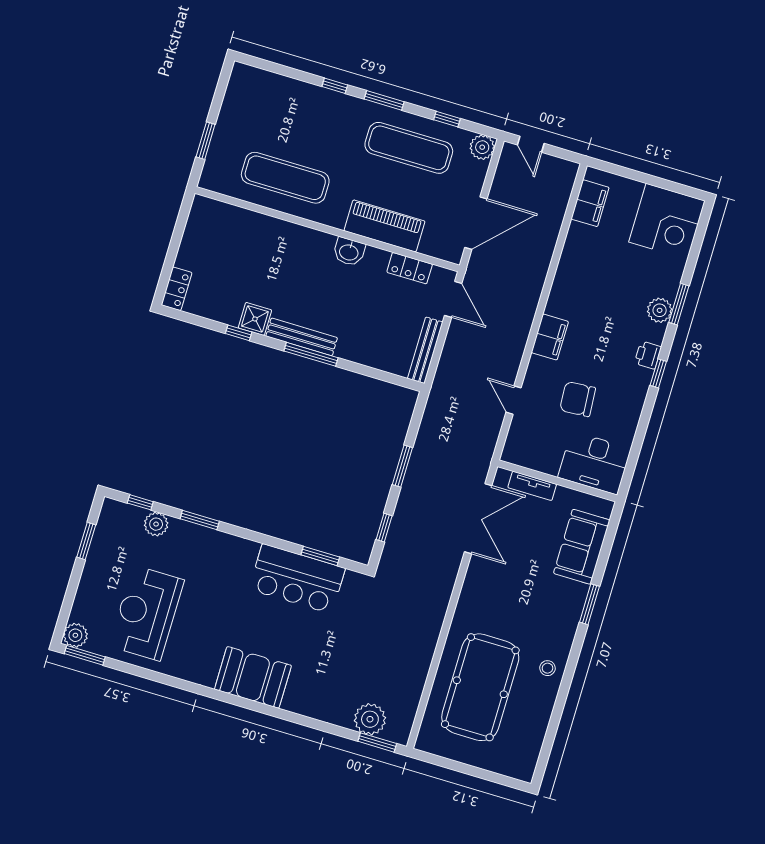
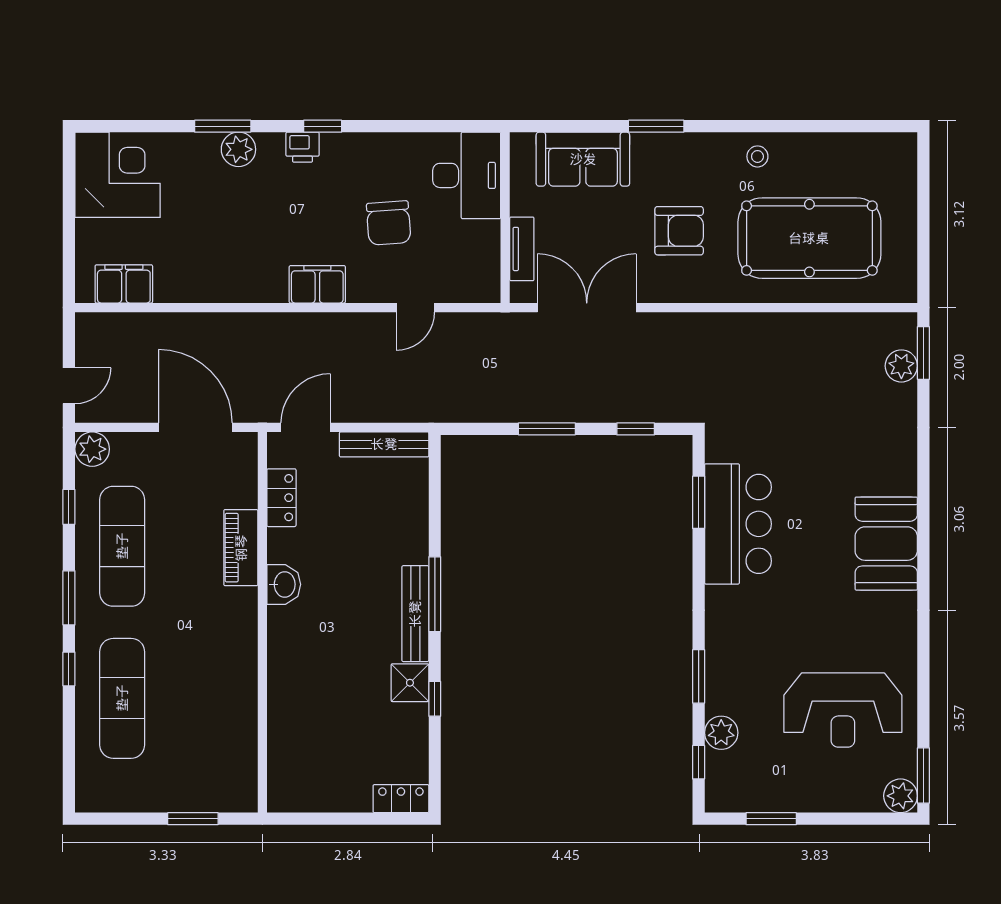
exercise mat: (285, 178) -> (122, 698), moved
piano: (384, 226) -> (241, 548), width x0.73, depth x0.75
armchair: (512, 599) -> (679, 231), added
plant: (370, 719) -> (901, 366), width x0.73, depth x0.73

